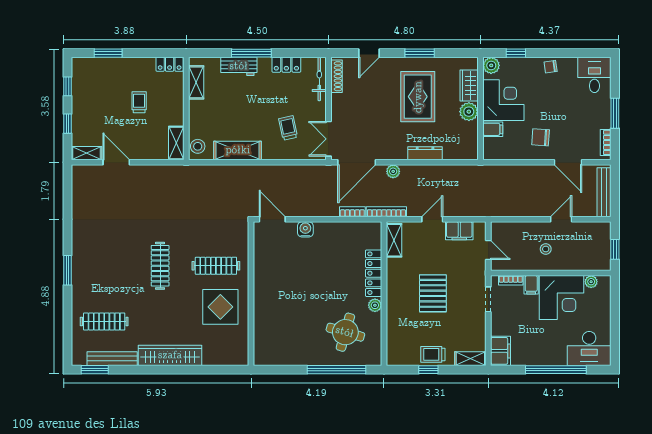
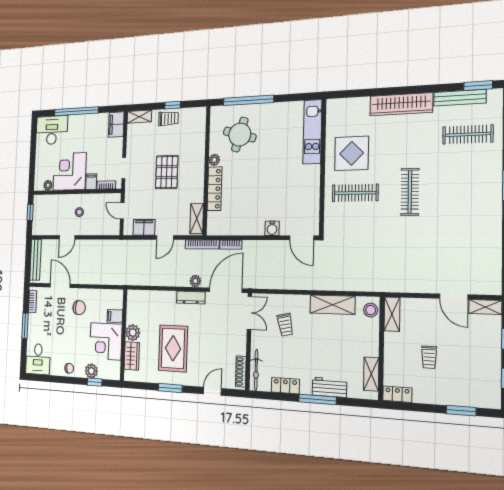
plant: (491, 65) -> (91, 371), moved
dresser: (425, 153) -> (191, 297), moved
kitchen unit: (263, 331) -> (312, 132), added

